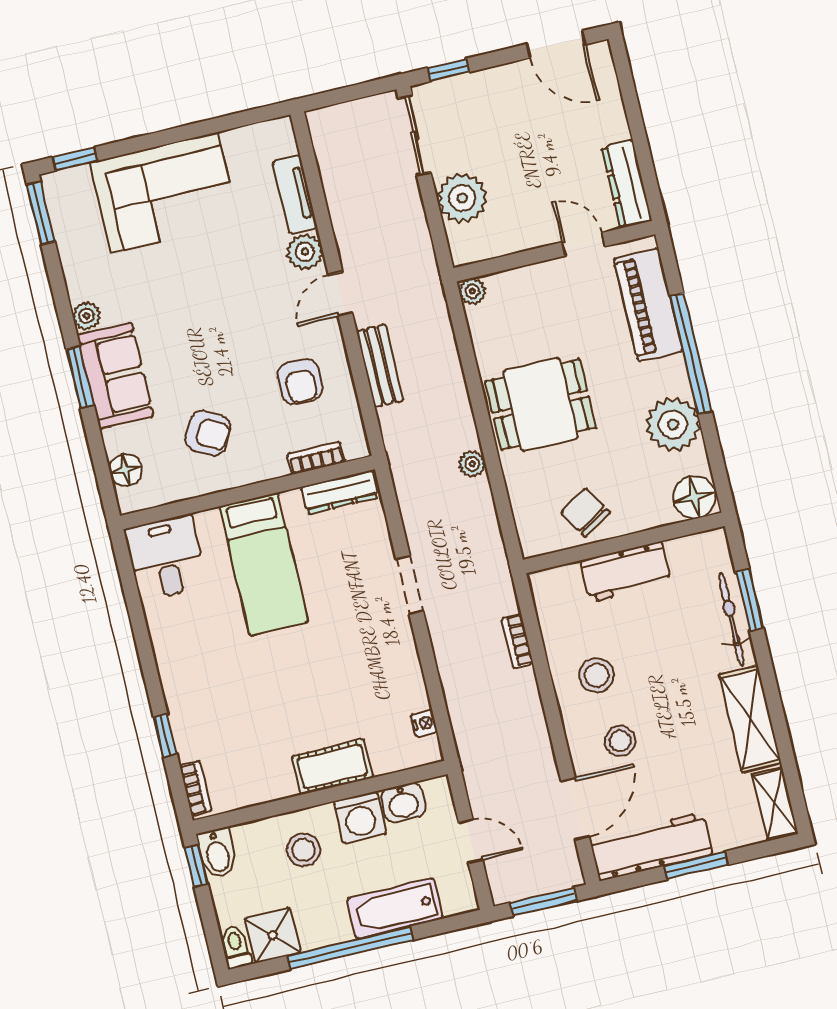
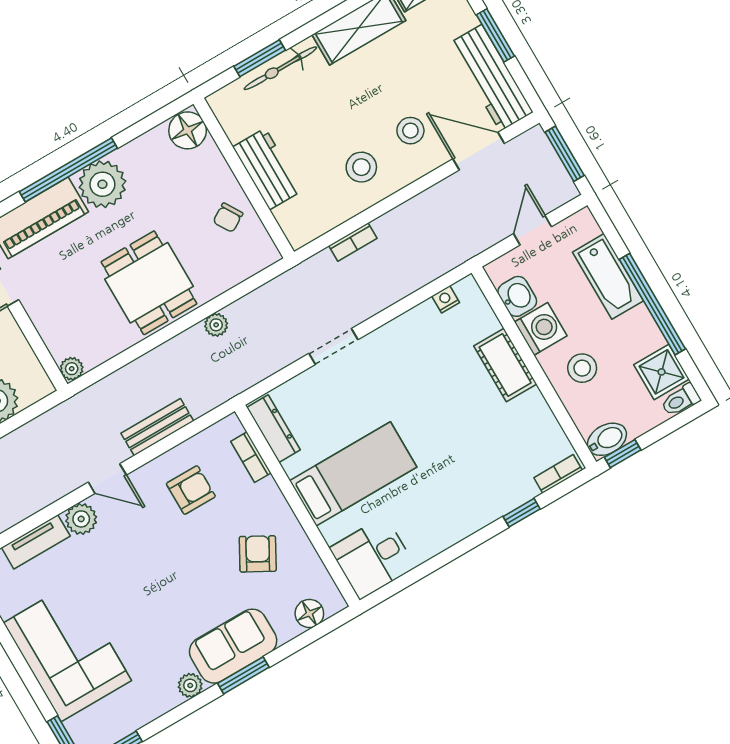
plant: (673, 424) -> (102, 184), moved
chair: (586, 512) -> (228, 218), width x0.73, depth x0.73

